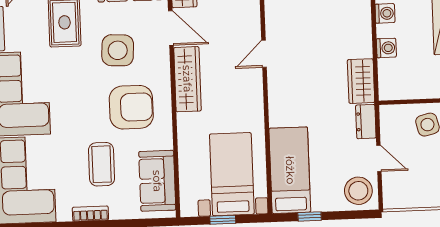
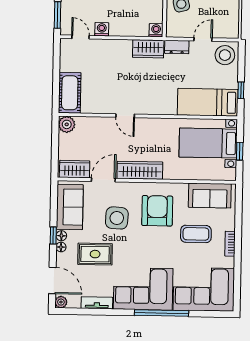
washing machine: (386, 48) -> (156, 30), moved

